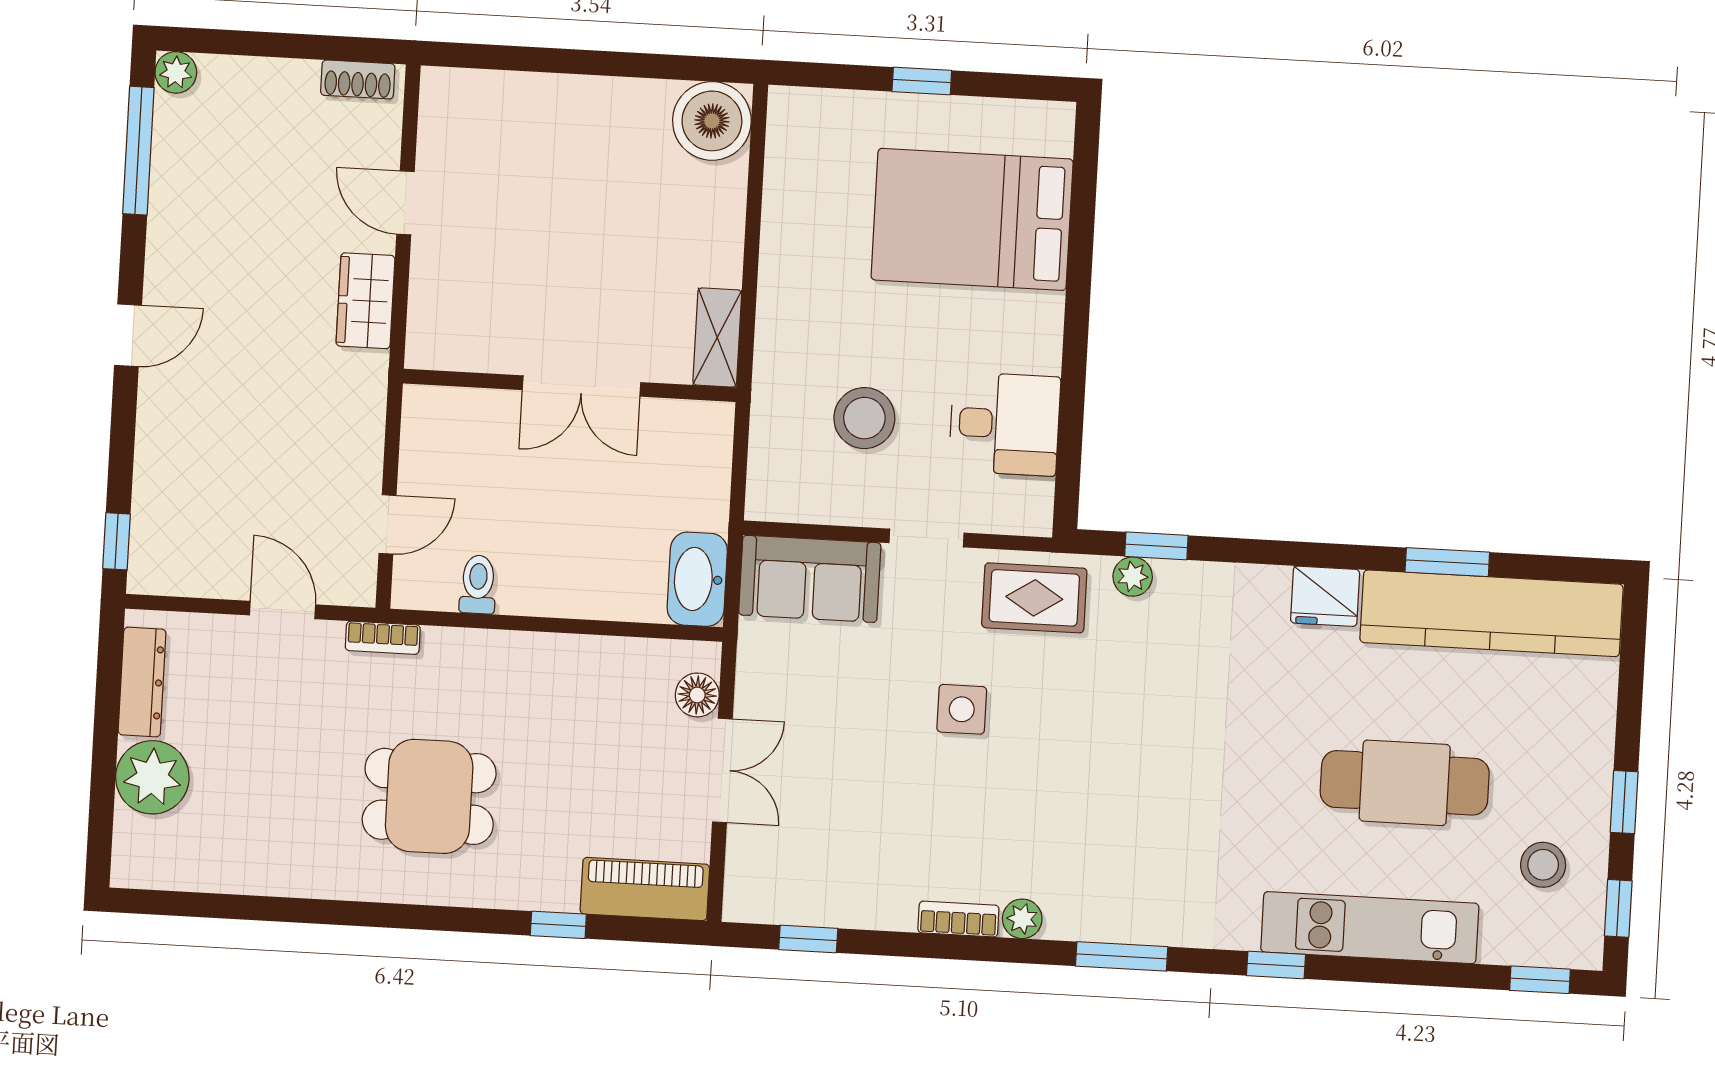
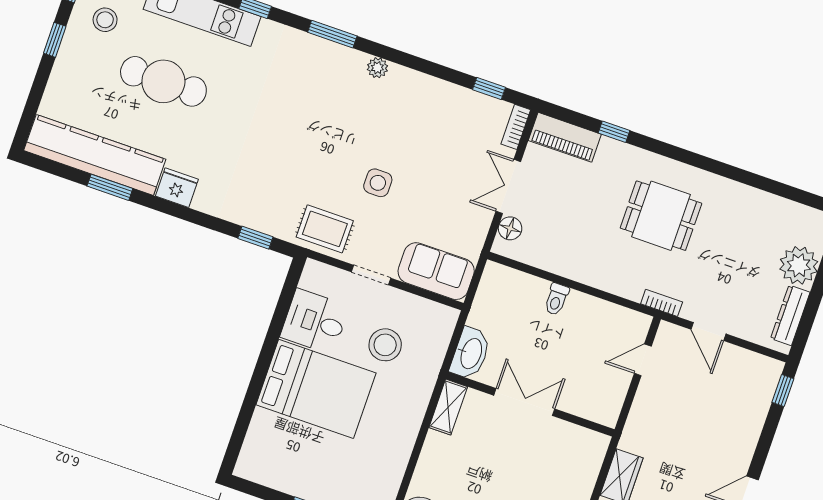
bed: (972, 219) -> (316, 389), moved
plant: (1133, 577) -> (272, 226), removed
washbasin: (697, 579) -> (470, 353), moved
toilet: (478, 584) -> (556, 299), moved
bookcase: (958, 919) -> (516, 127), moved, turned 90

